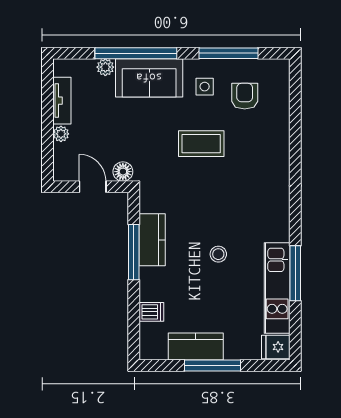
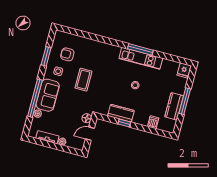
window: (229, 53) -> (46, 56), width x0.69
window: (134, 252) -> (124, 123), width x0.46
window: (295, 273) -> (140, 49), moved
kitchen unit: (277, 288) -> (141, 58), moved

